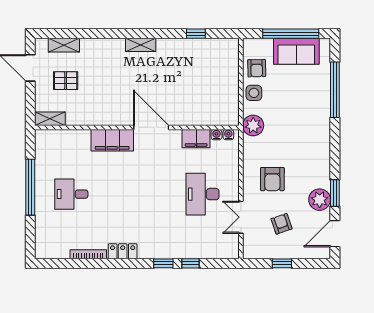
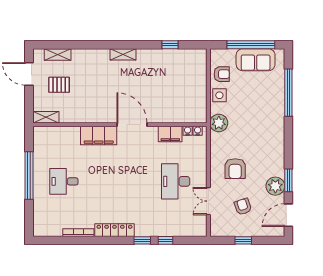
armchair: (257, 68) -> (222, 74), turned -89
locker: (123, 251) -> (114, 230), width x1.53

